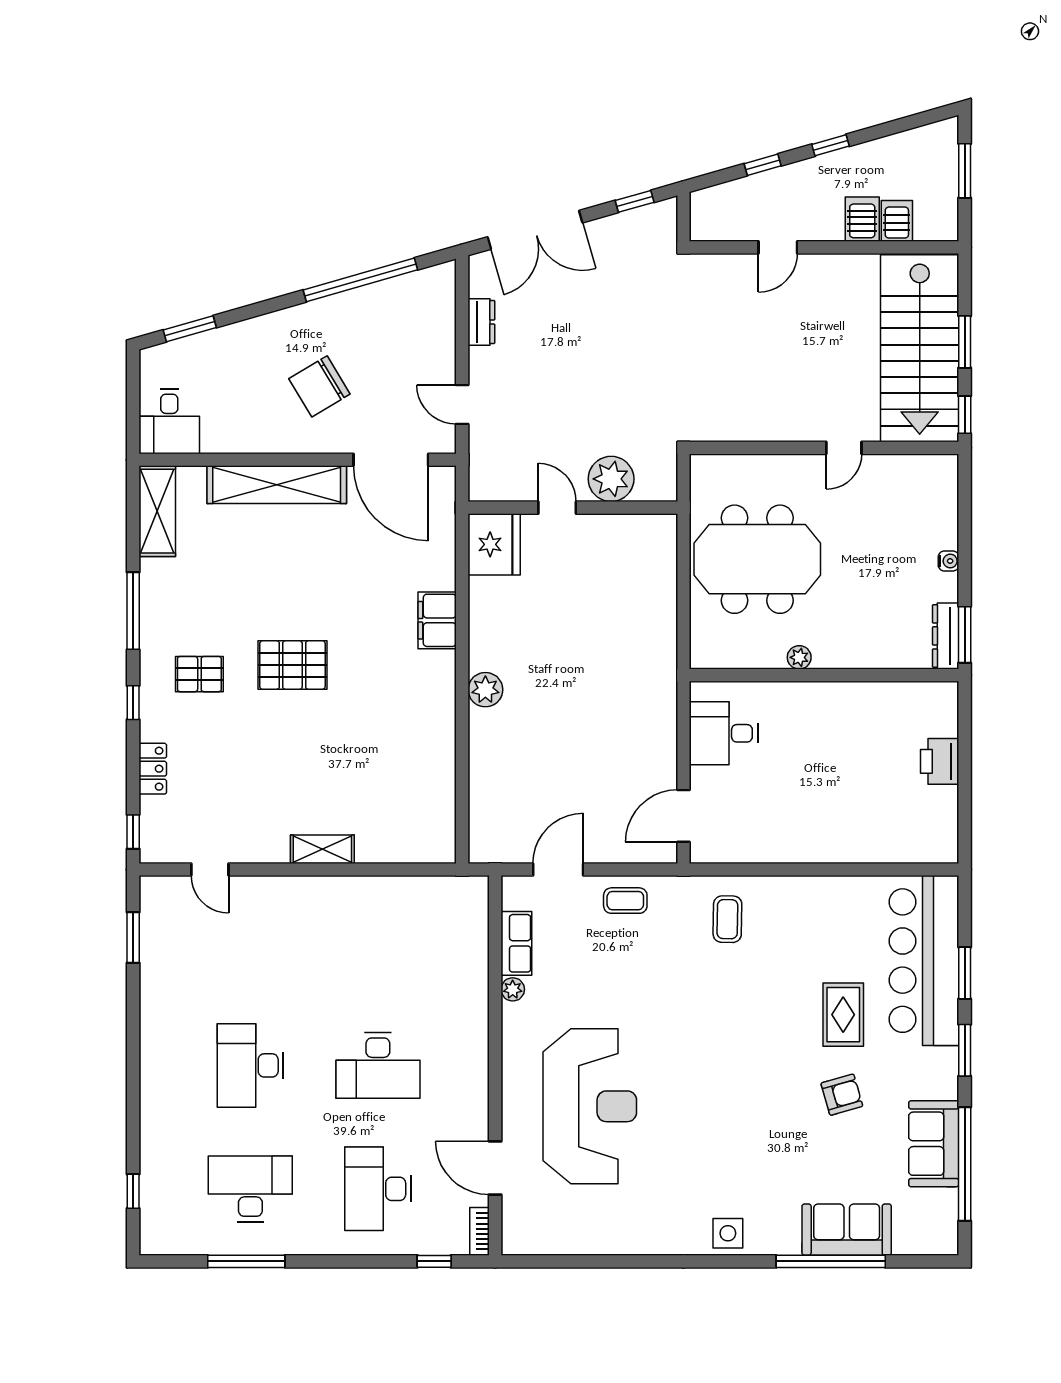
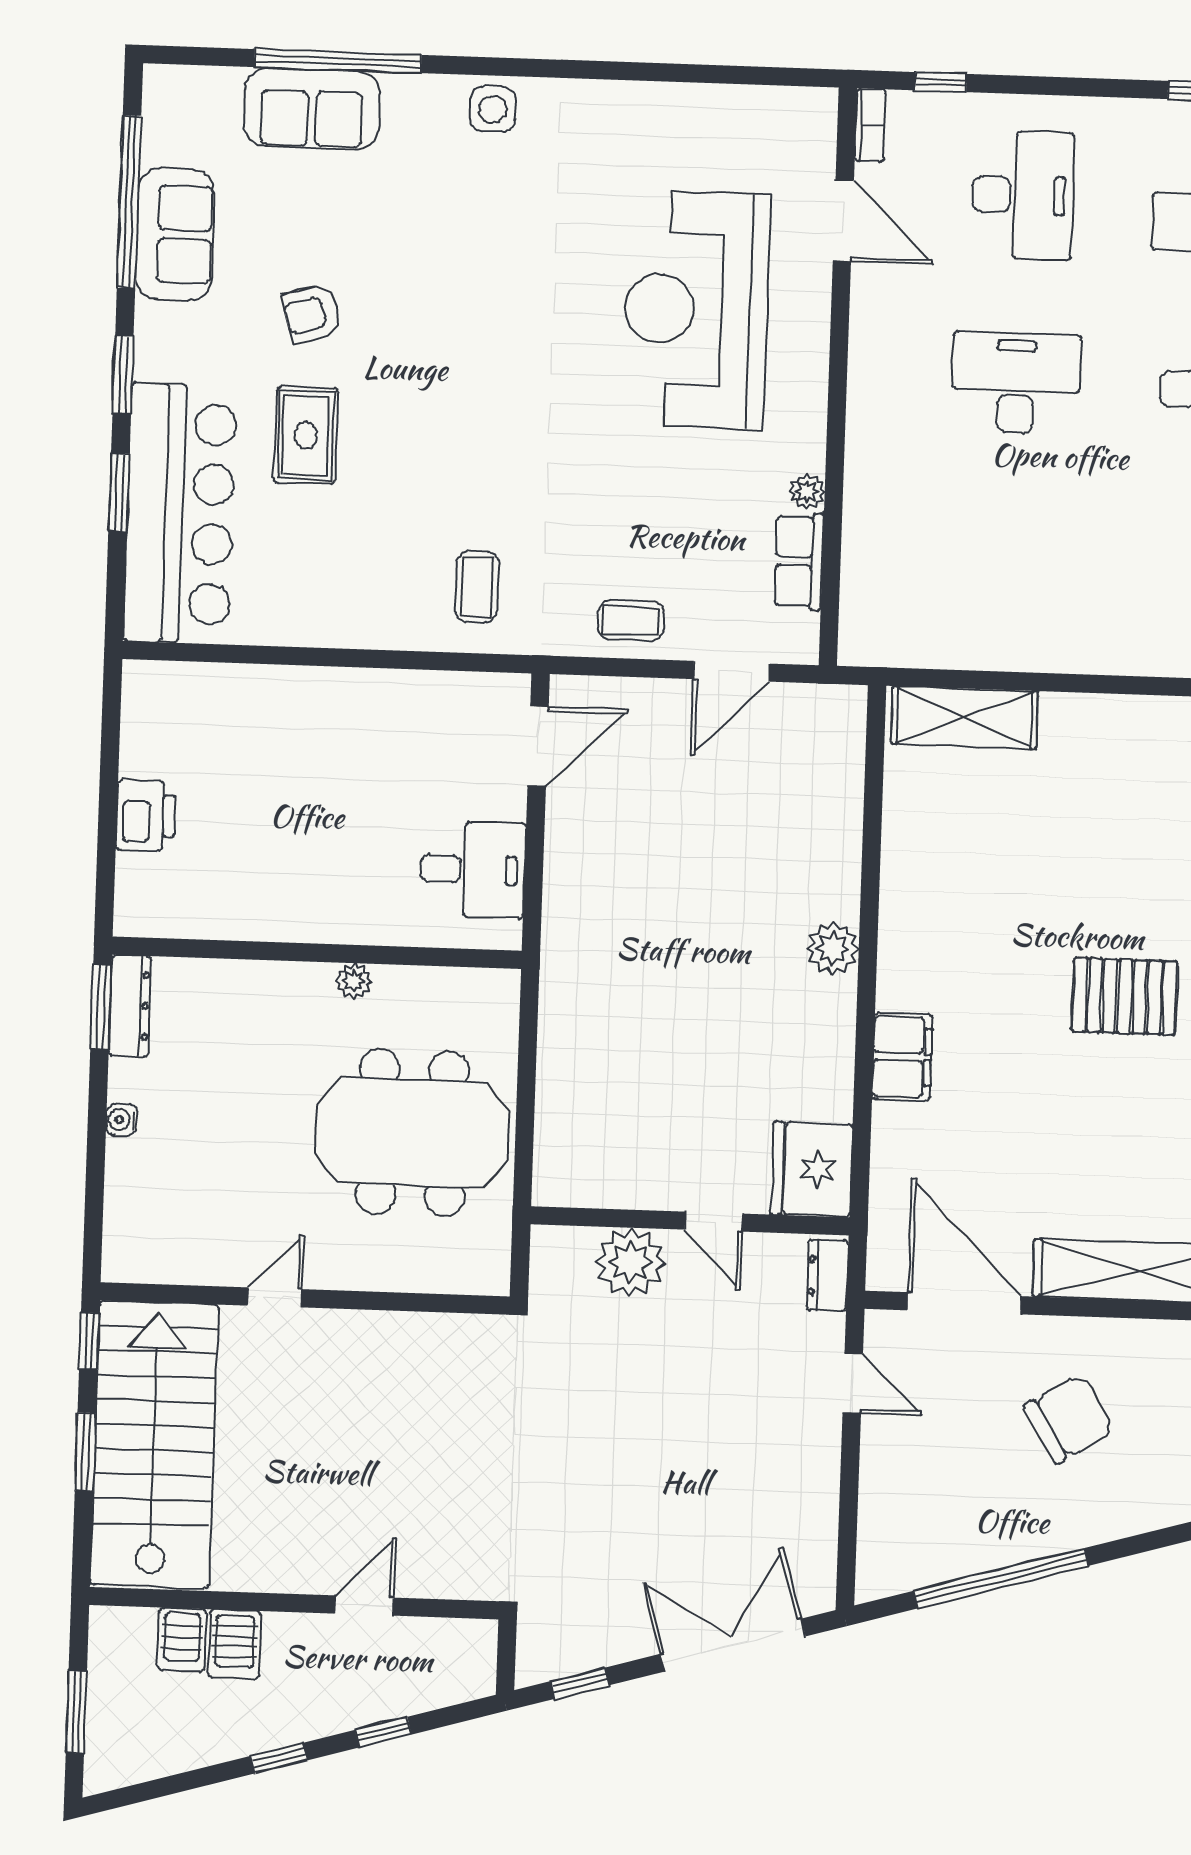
dresser: (481, 322) -> (827, 1275), moved
shelving: (322, 849) -> (965, 718), moved, width x1.50, depth x1.33

